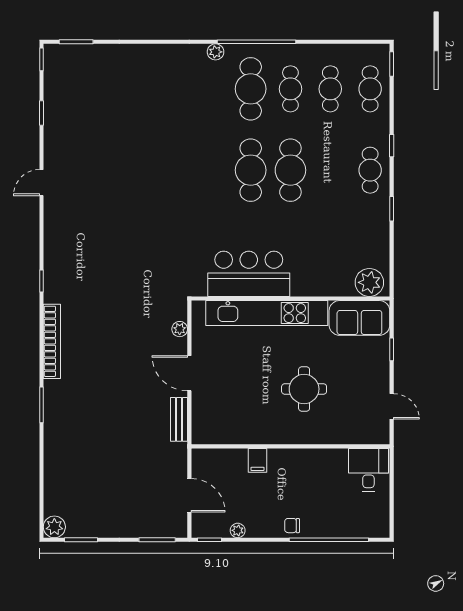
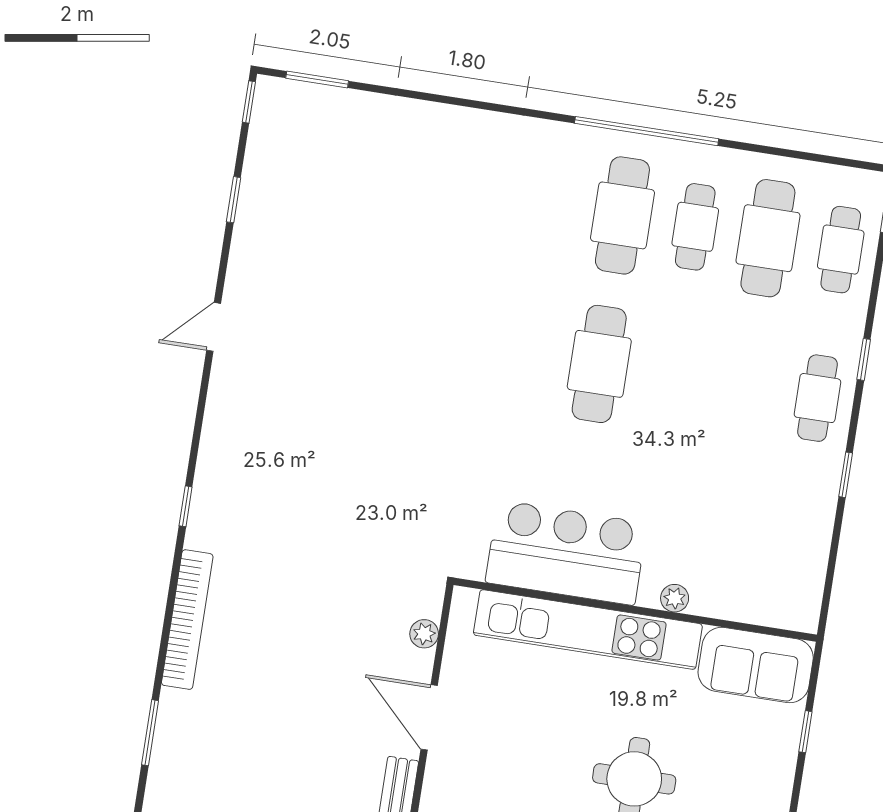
plant: (216, 52) -> (569, 138), removed
cafe table: (330, 89) -> (768, 238), width x1.37, depth x1.35
cafe table: (290, 170) -> (672, 375), removed
plant: (369, 282) -> (675, 598), moved, width x0.53, depth x0.53

